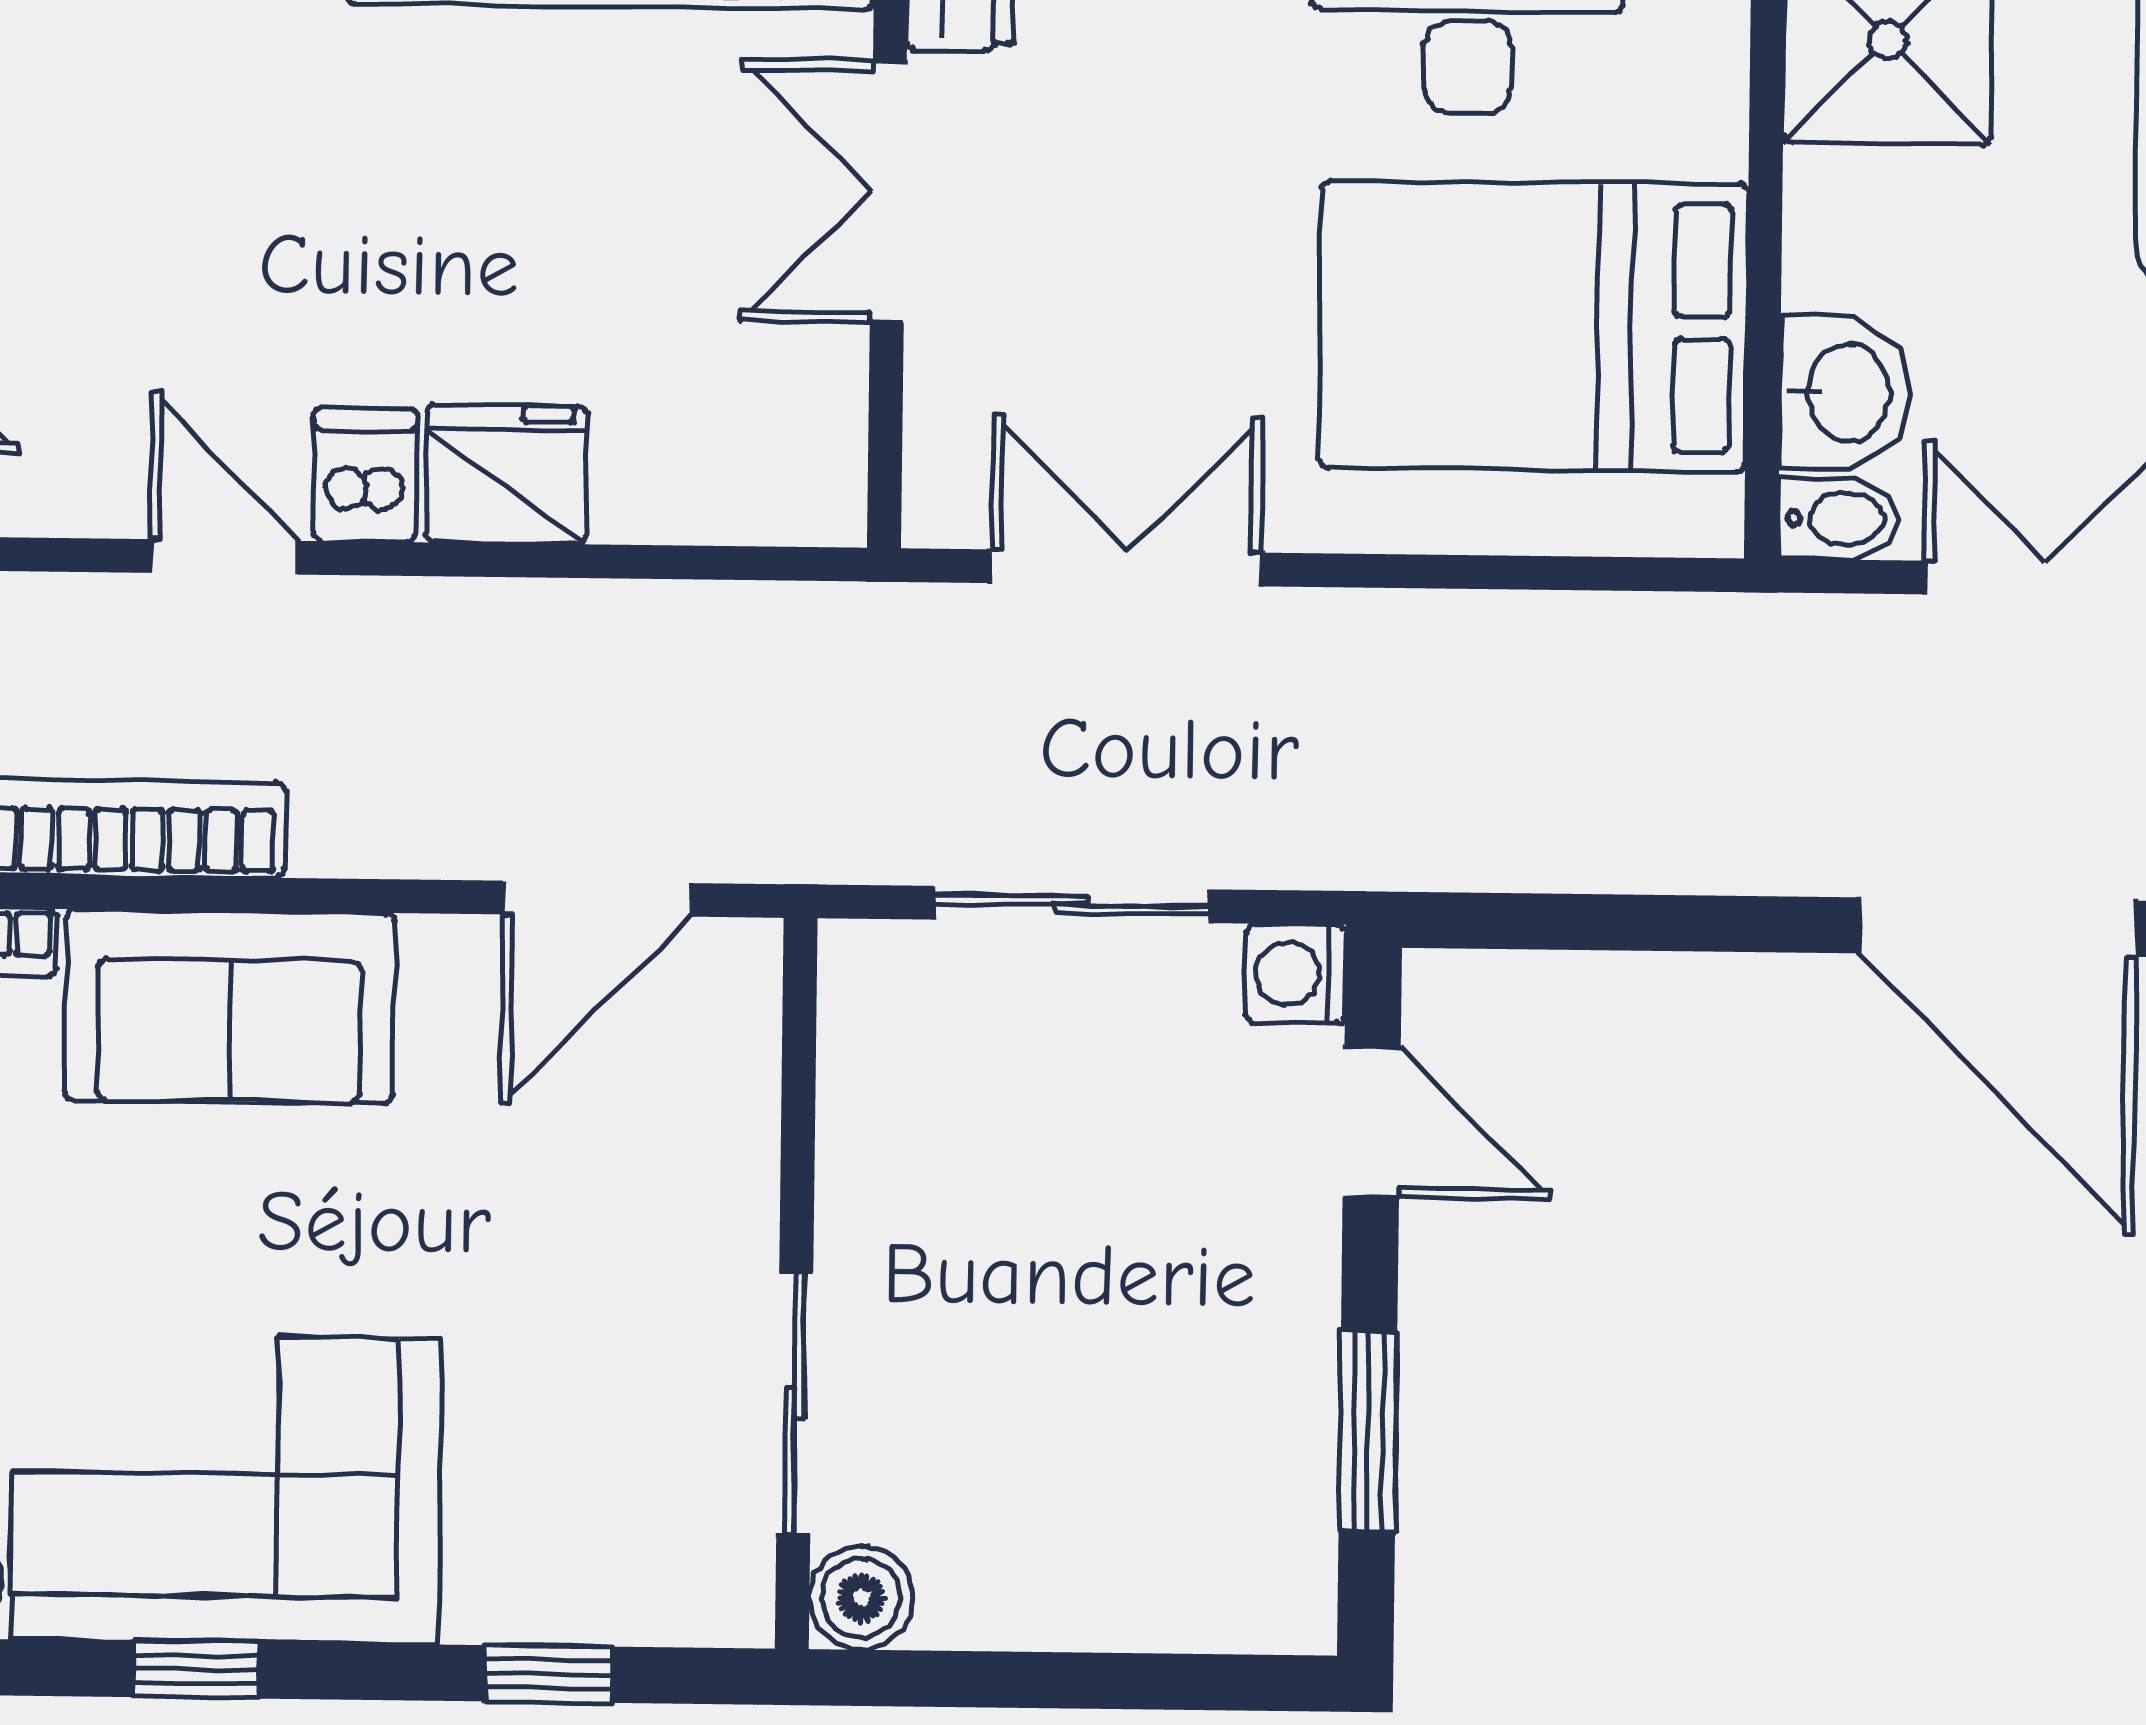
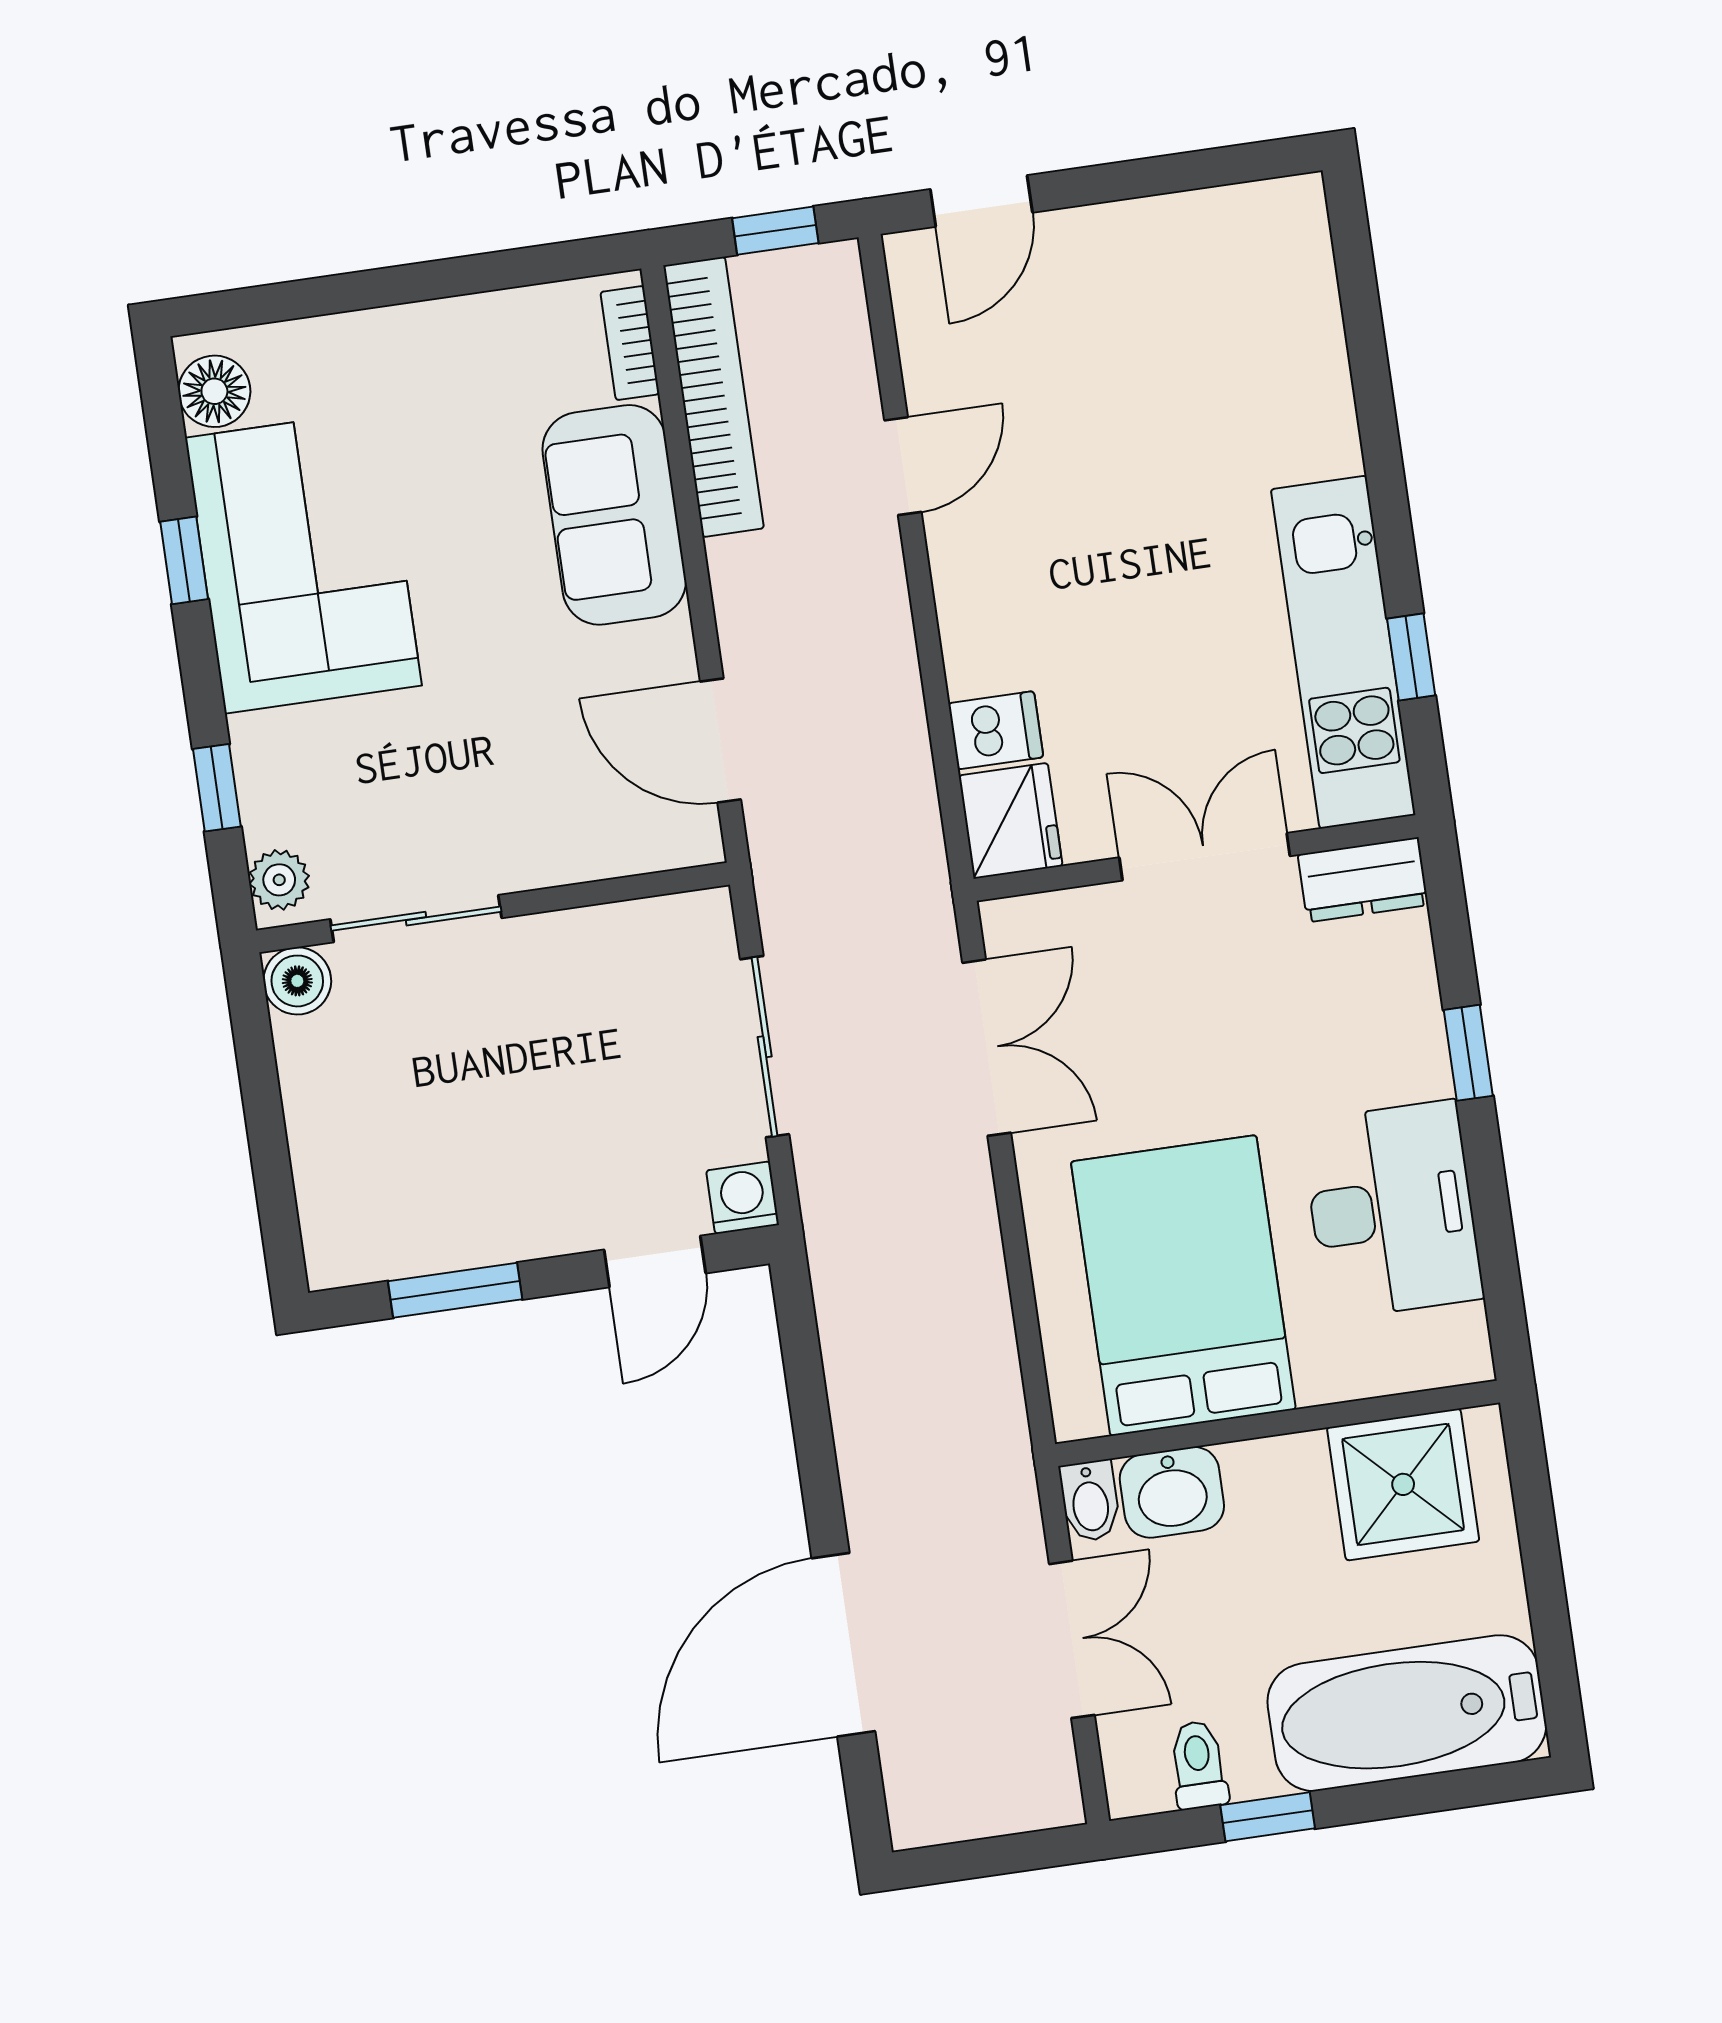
fridge: (506, 474) -> (1011, 821), moved
dishwasher: (365, 475) -> (996, 730), moved
plant: (703, 1601) -> (279, 880), added

